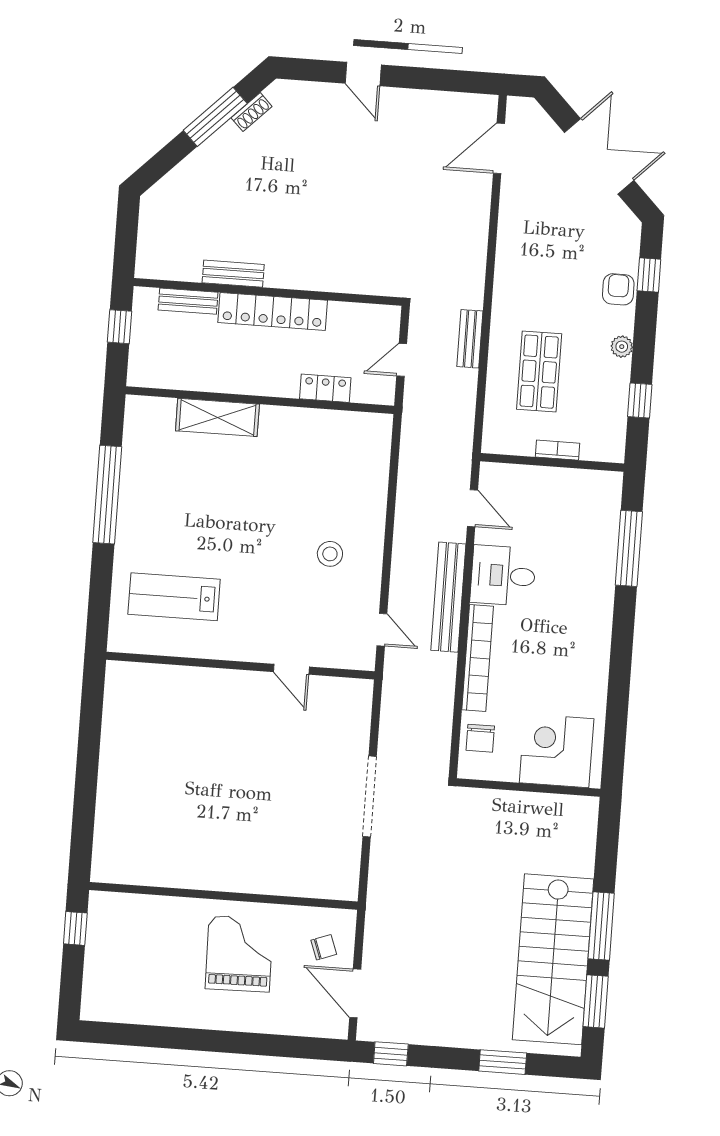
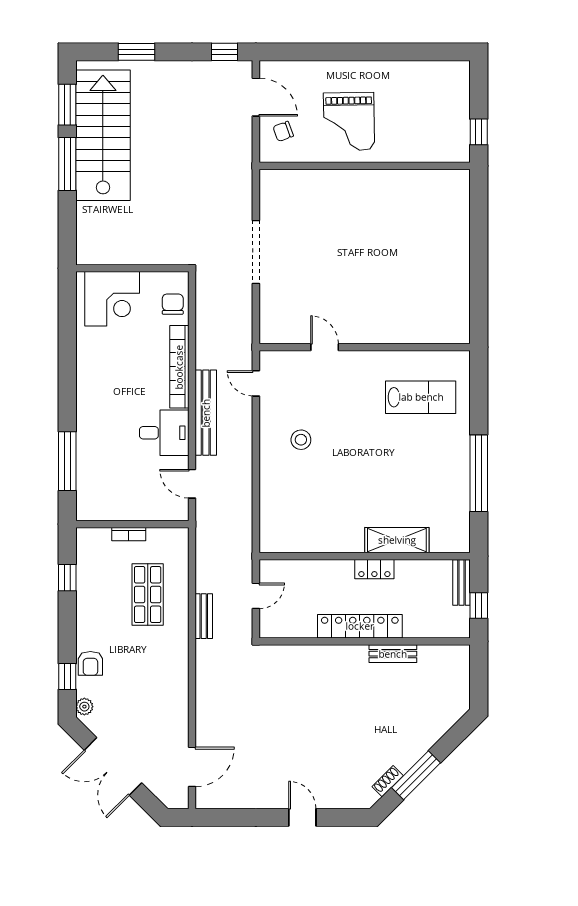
bench: (188, 301) -> (461, 583), moved, turned 90
plant: (622, 347) -> (84, 707), moved
locker: (325, 388) -> (374, 569), moved

